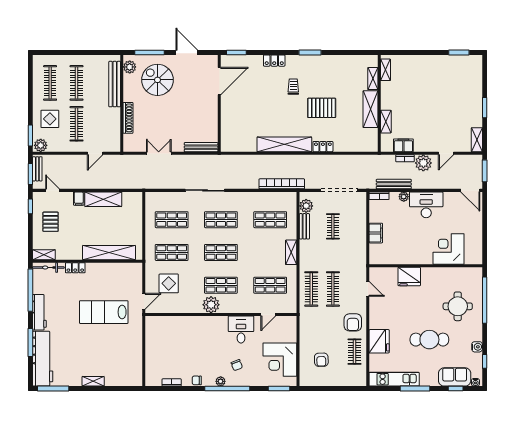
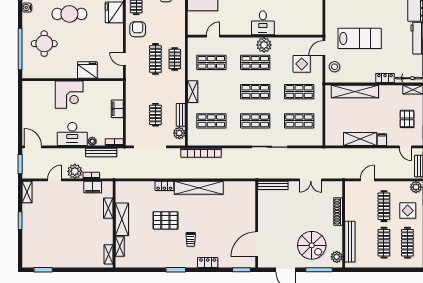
corner desk: (448, 249) -> (69, 95), moved
stool: (132, 280) -> (335, 67), added
clothes rail: (311, 289) -> (175, 59), width x0.73
desk: (241, 330) -> (263, 23), moved

